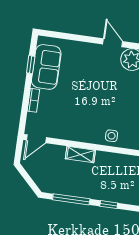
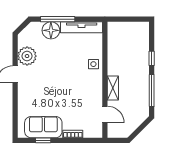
door: (36, 139) -> (105, 114), moved

